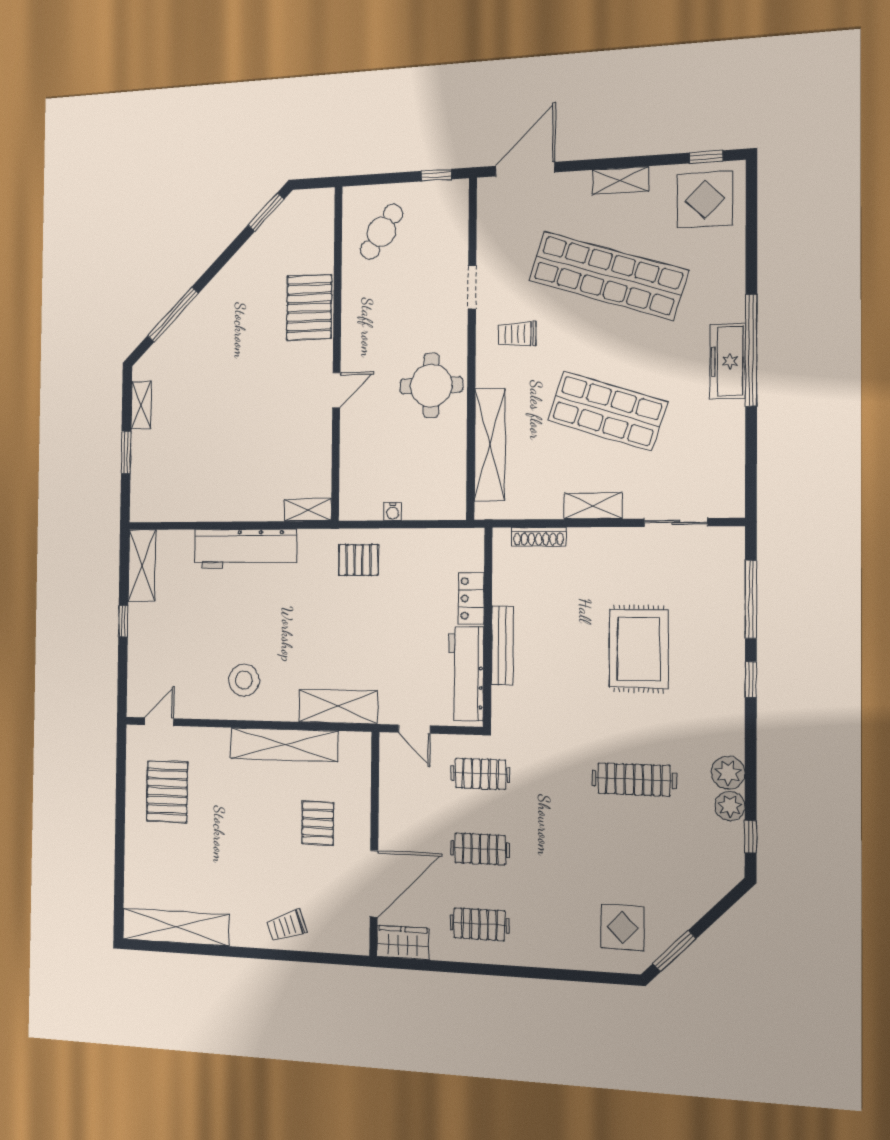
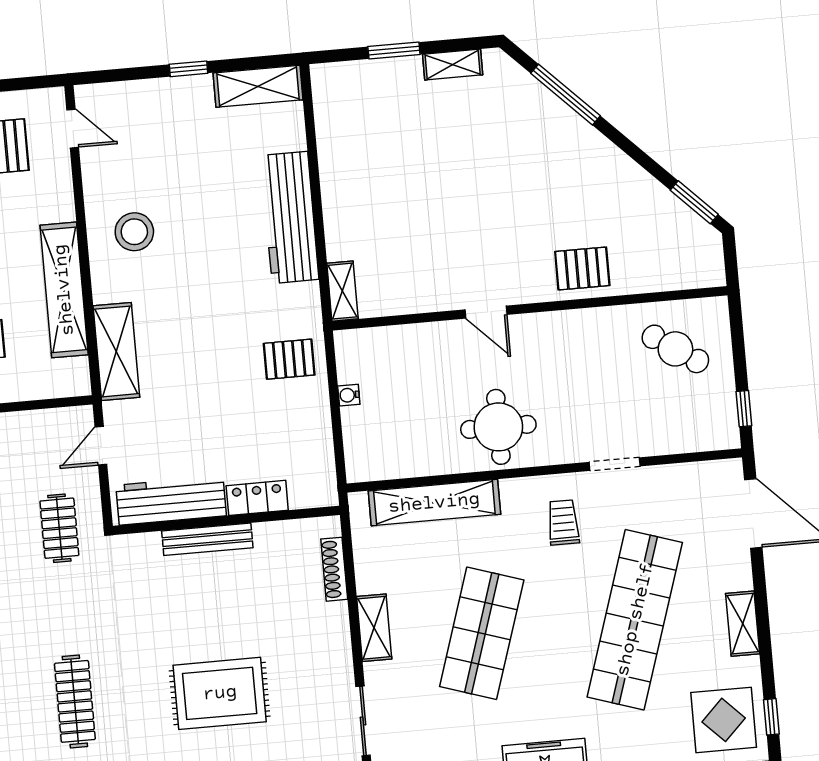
pallet: (309, 307) -> (582, 269), width x0.67, depth x0.71
pallet: (358, 560) -> (289, 359), turned 90

